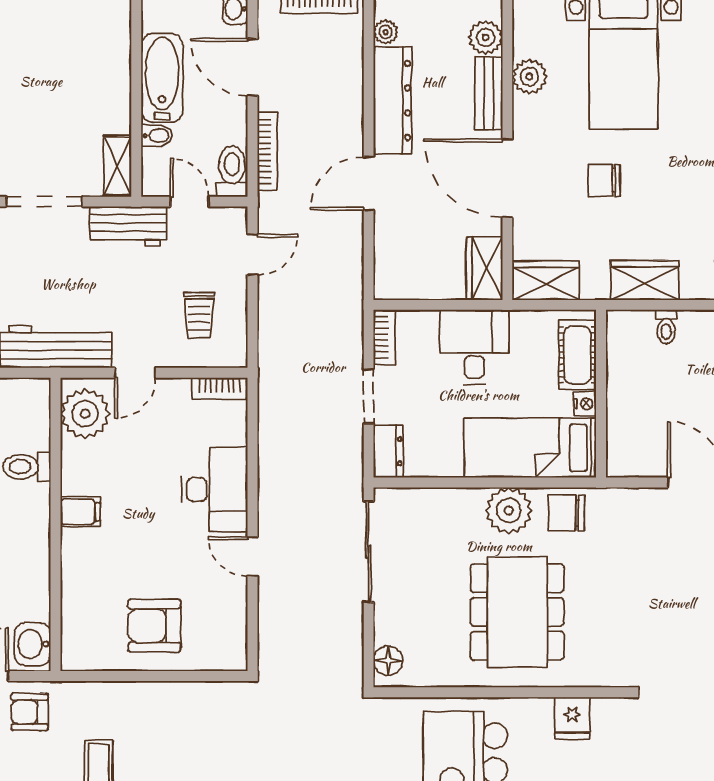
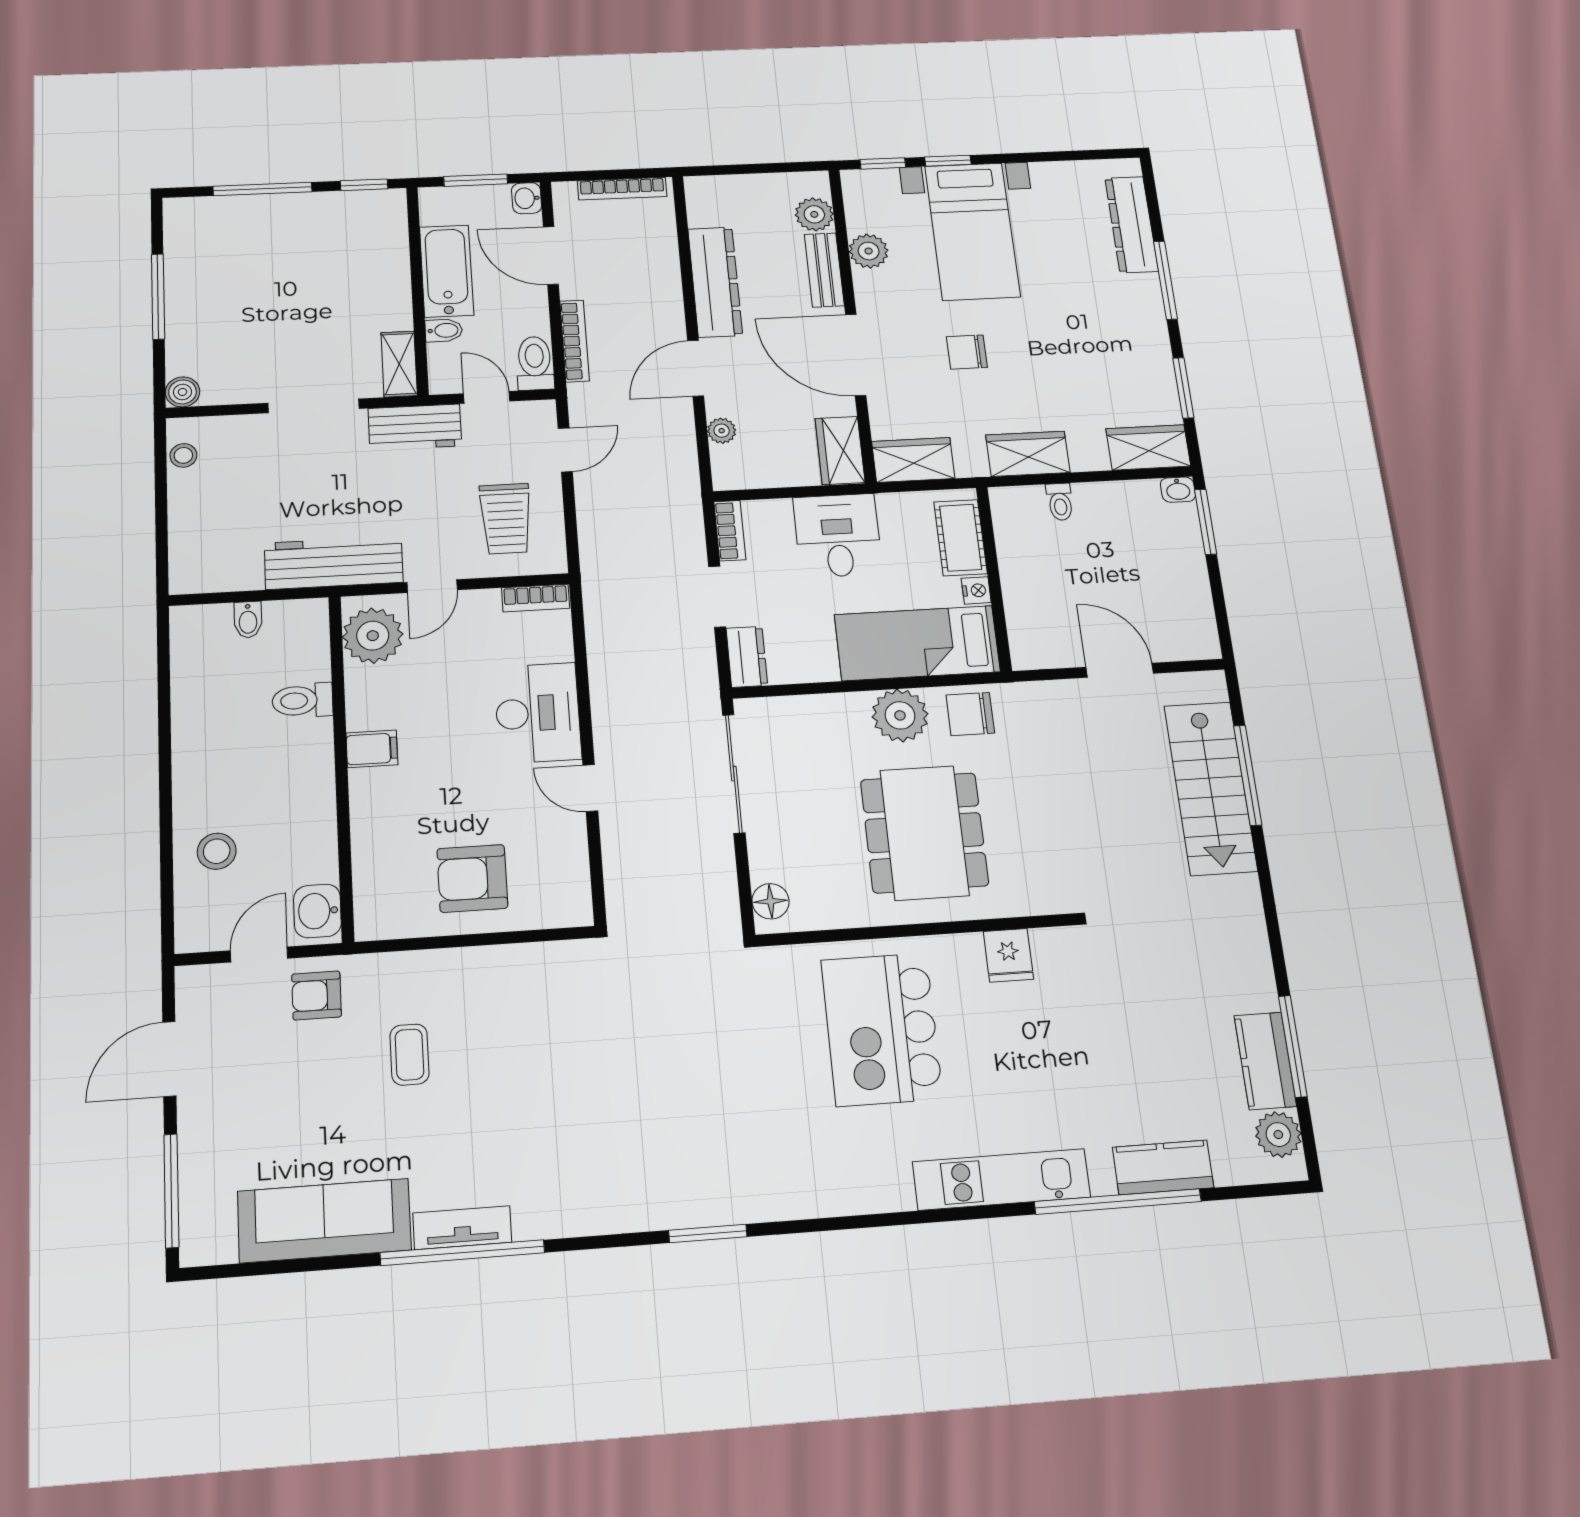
plant: (386, 32) -> (722, 431), moved
trolley: (199, 315) -> (506, 519), width x1.36, depth x1.39

